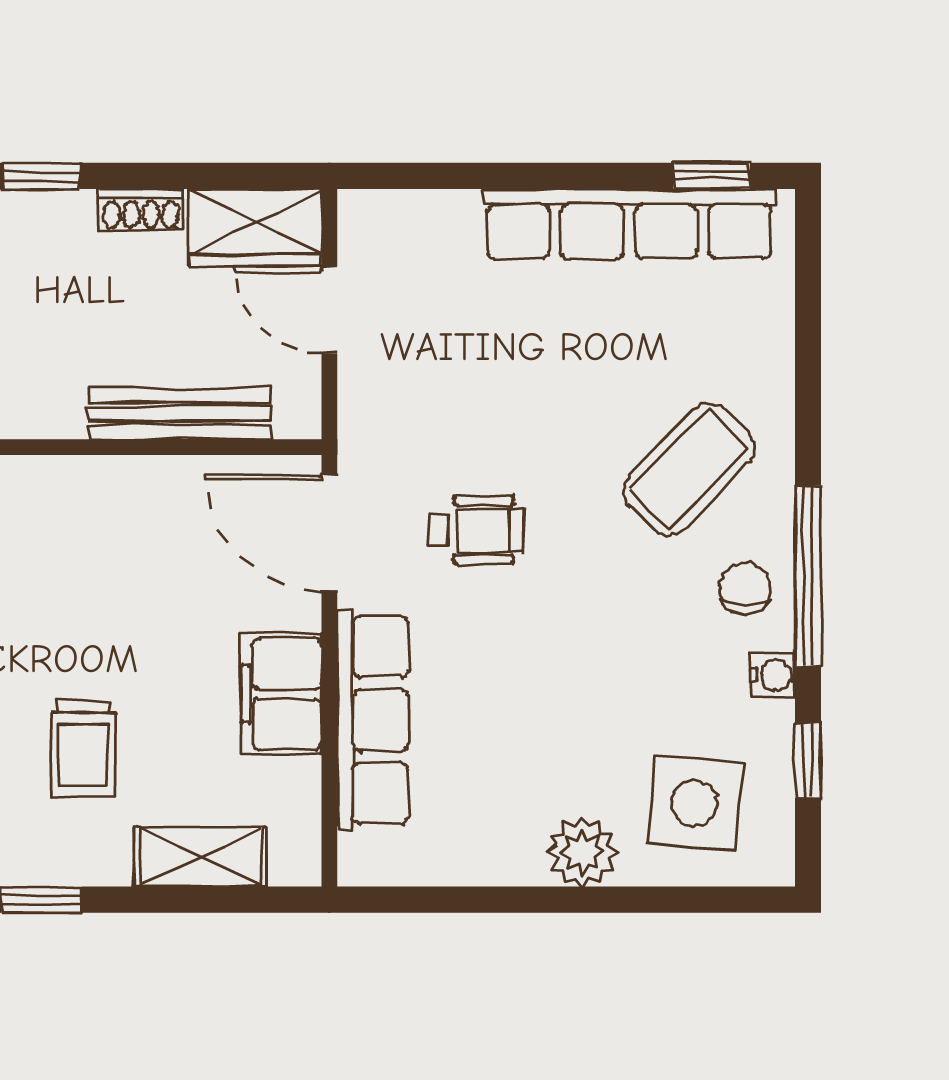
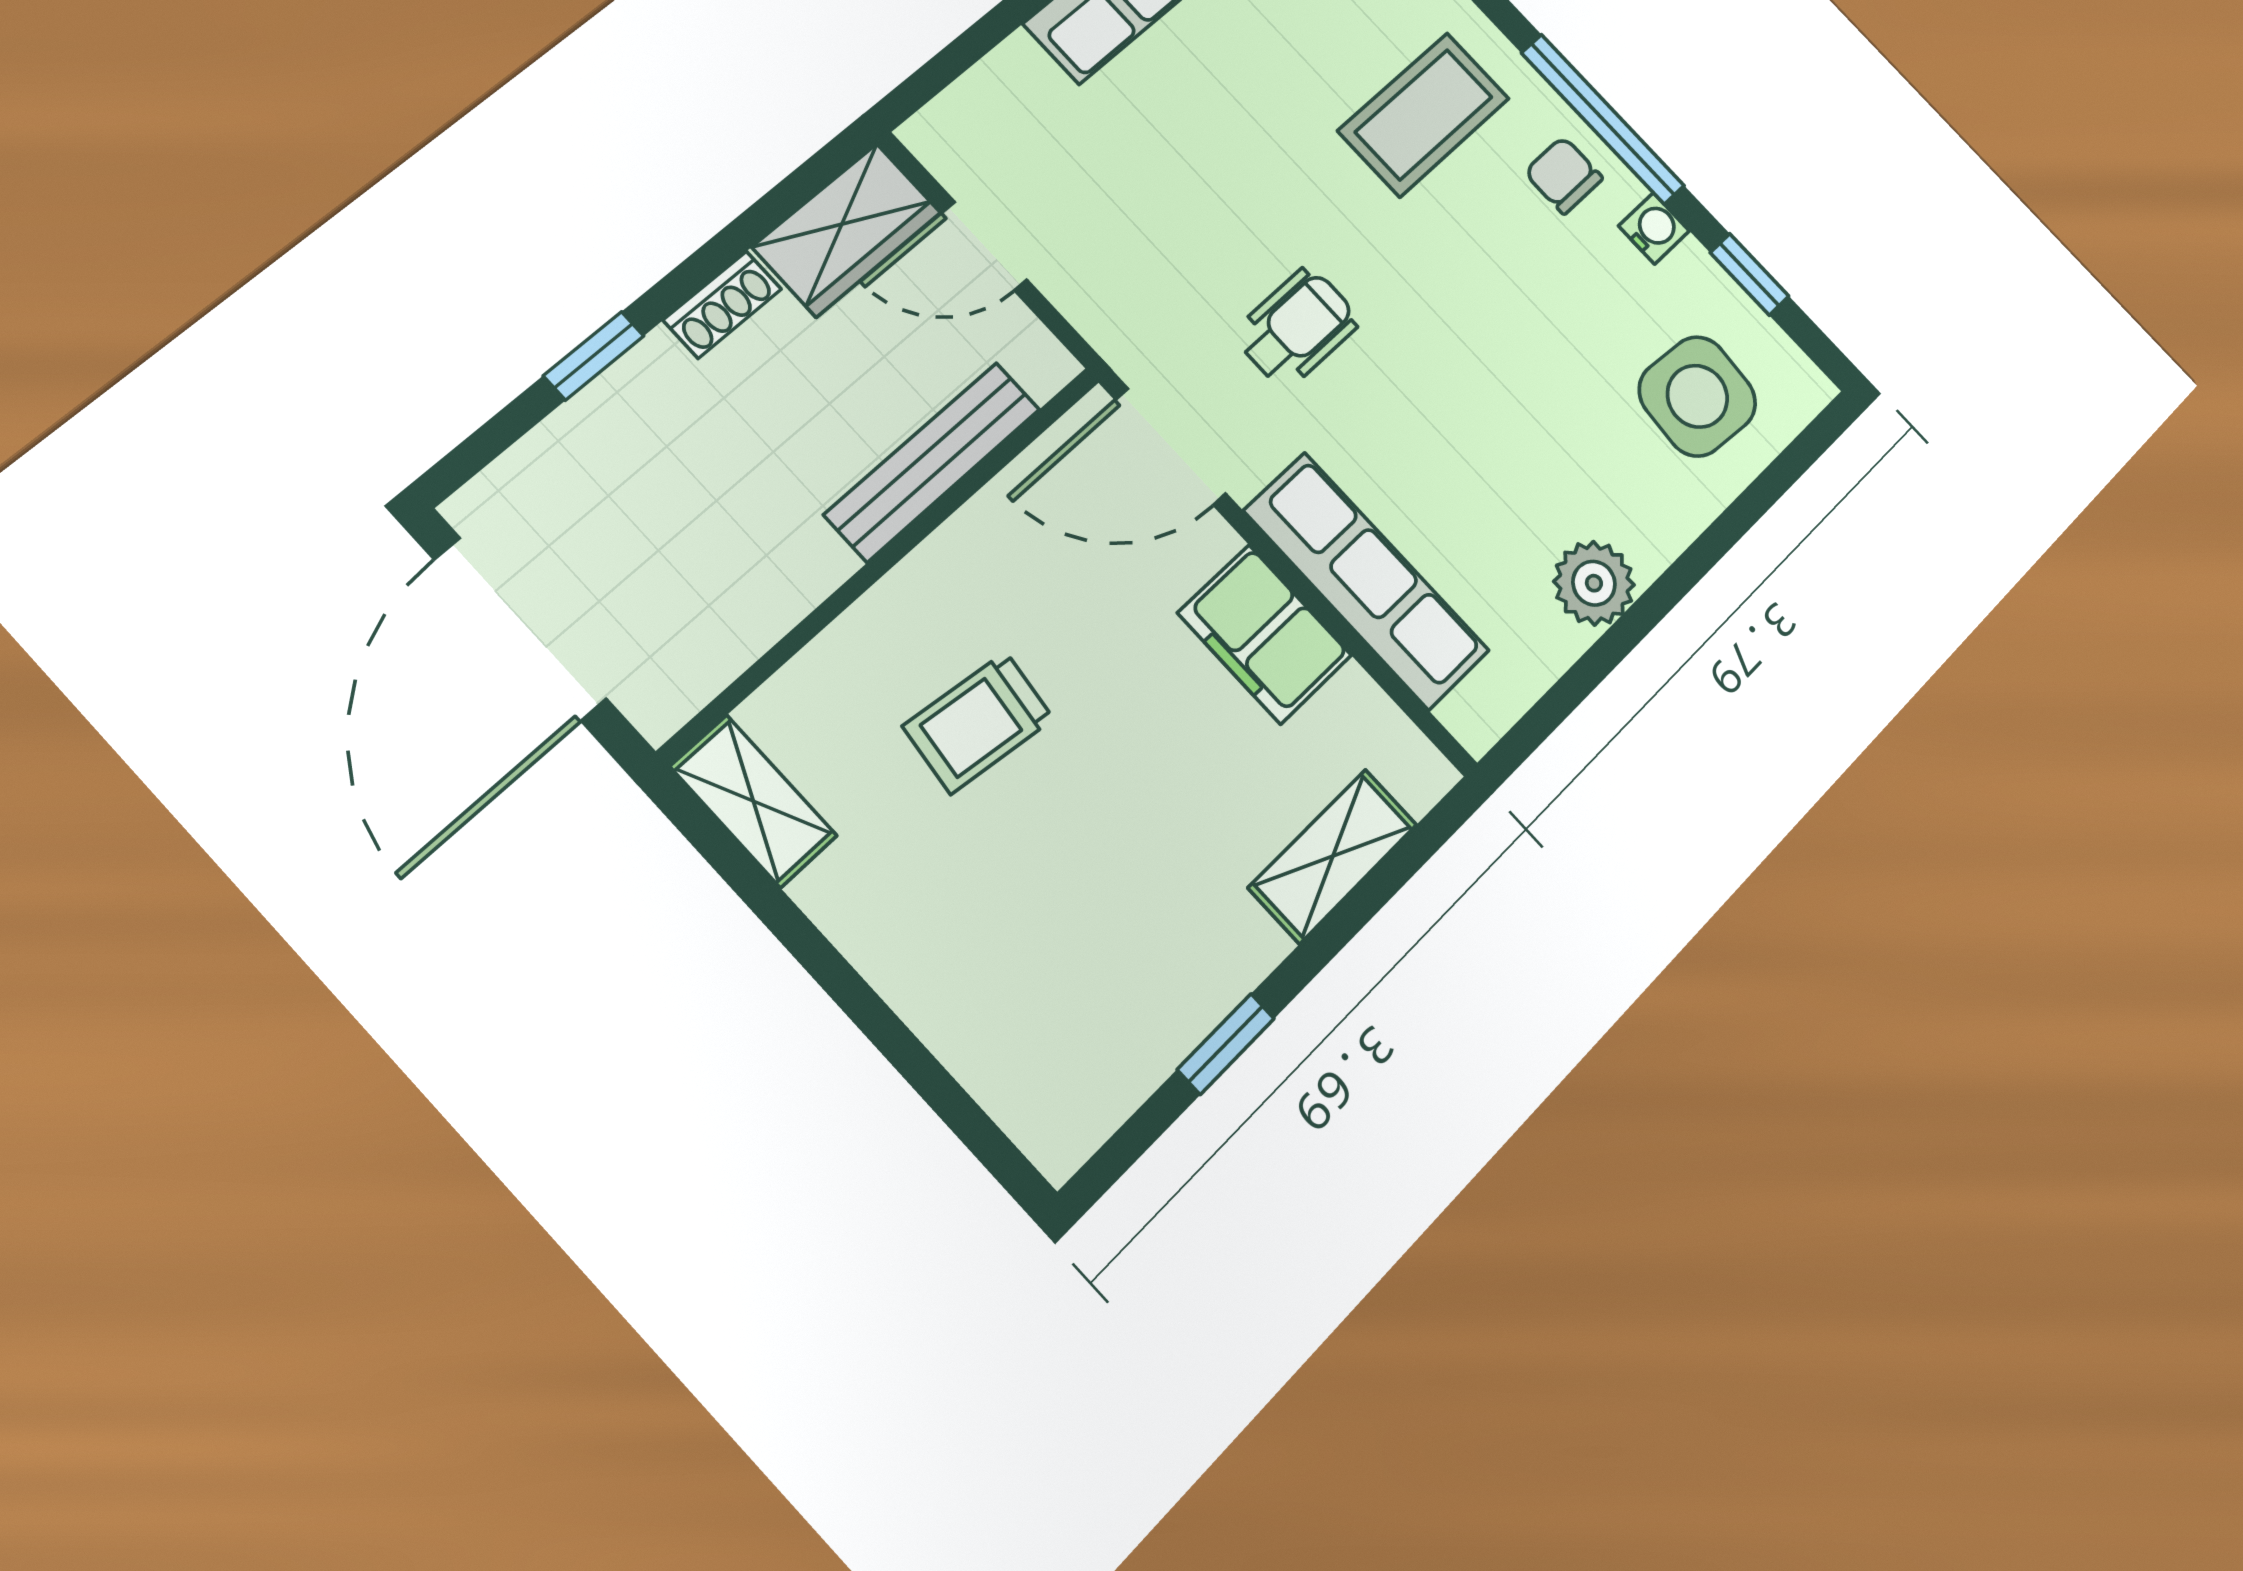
coffee table: (689, 469) -> (1424, 115), turned 46
trolley: (83, 748) -> (978, 722), moved, turned 97
plant: (582, 852) -> (1594, 583), moved

